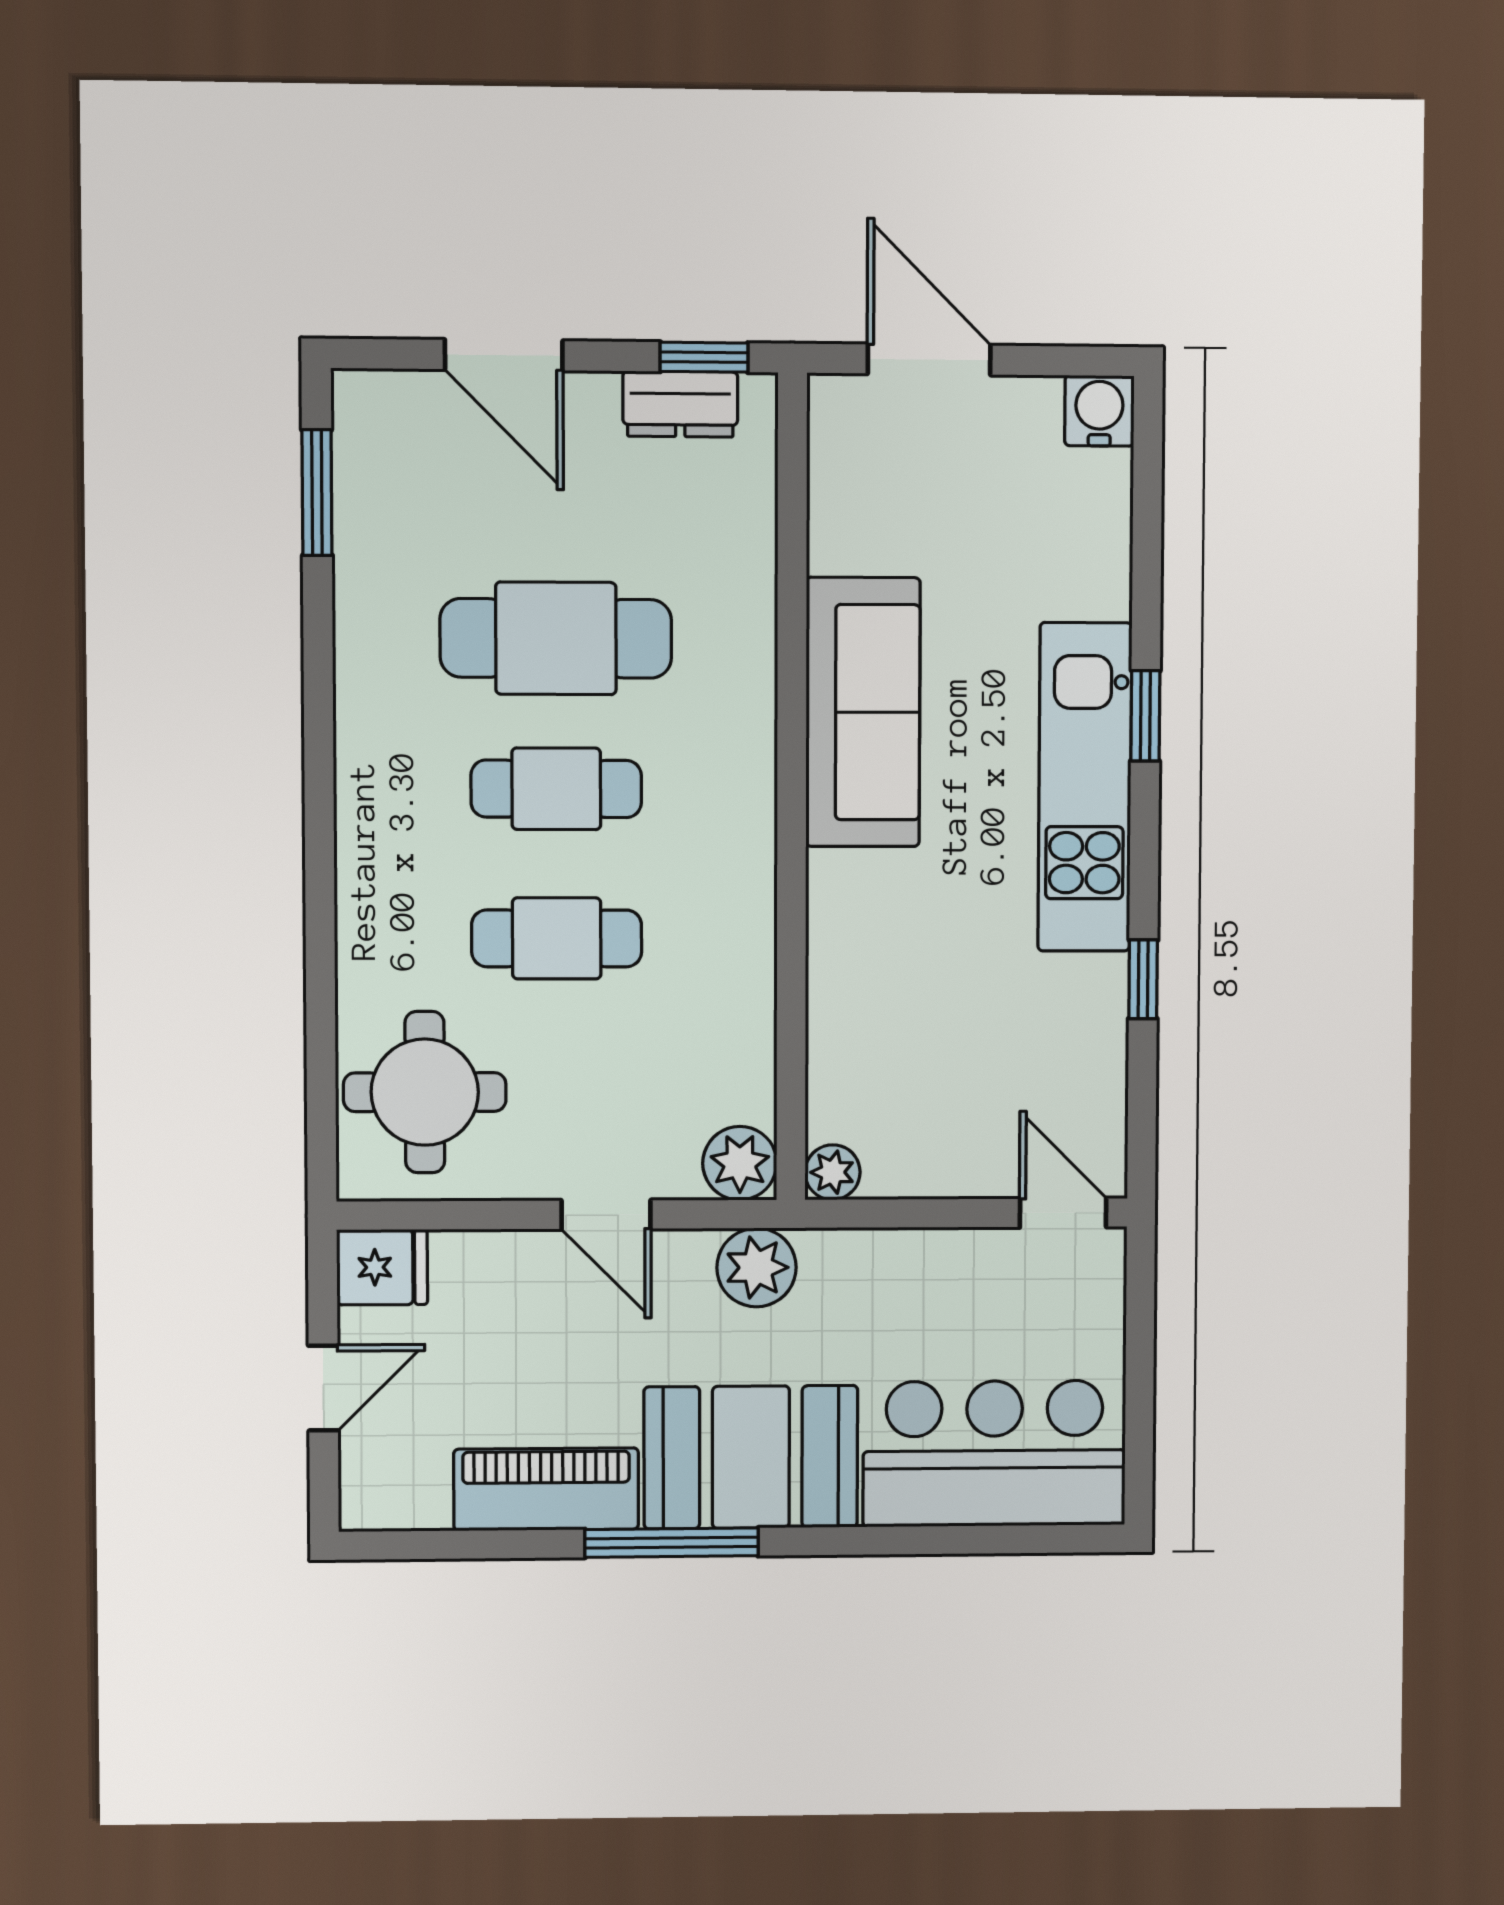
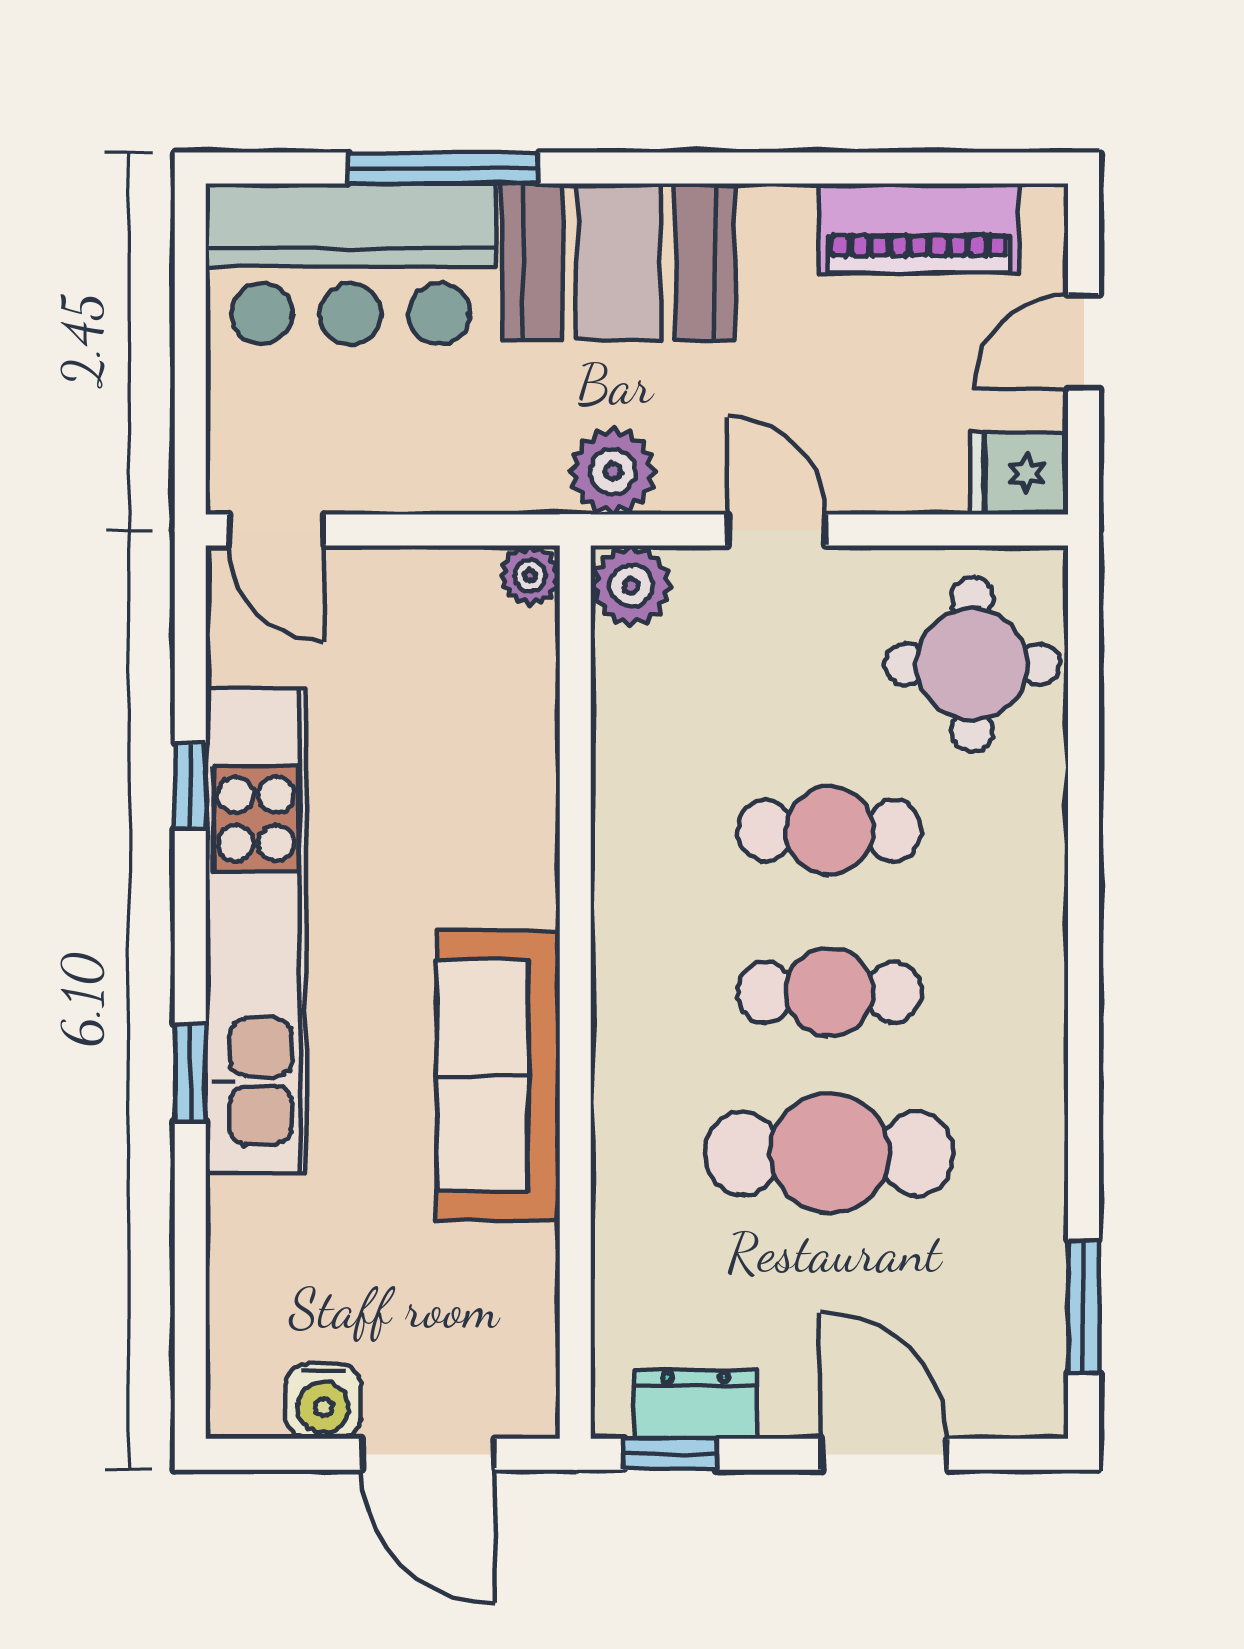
water cooler: (1099, 411) -> (323, 1401), moved
kitchen unit: (1085, 787) -> (256, 931), width x1.36
piano: (546, 1489) -> (919, 228), moved
window: (672, 1543) -> (443, 168), moved

